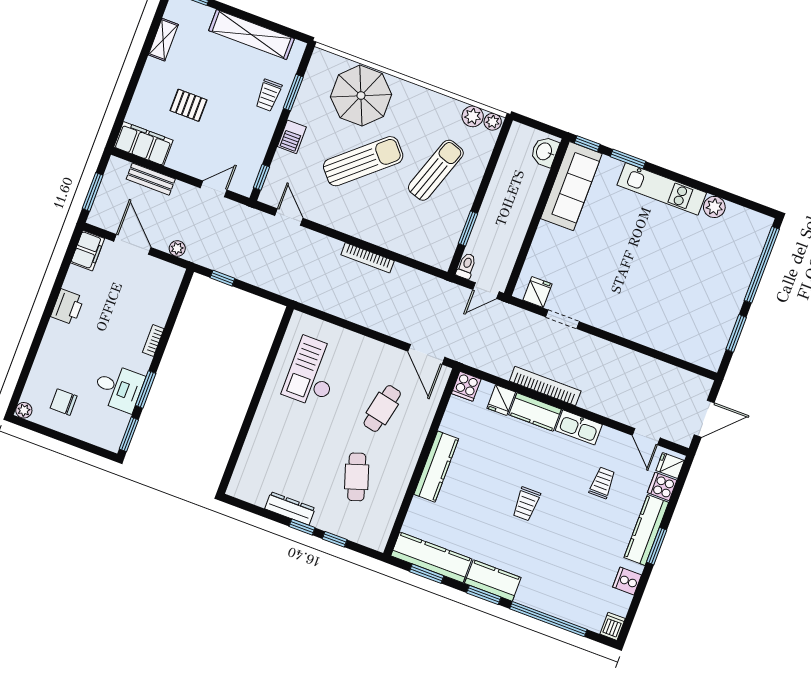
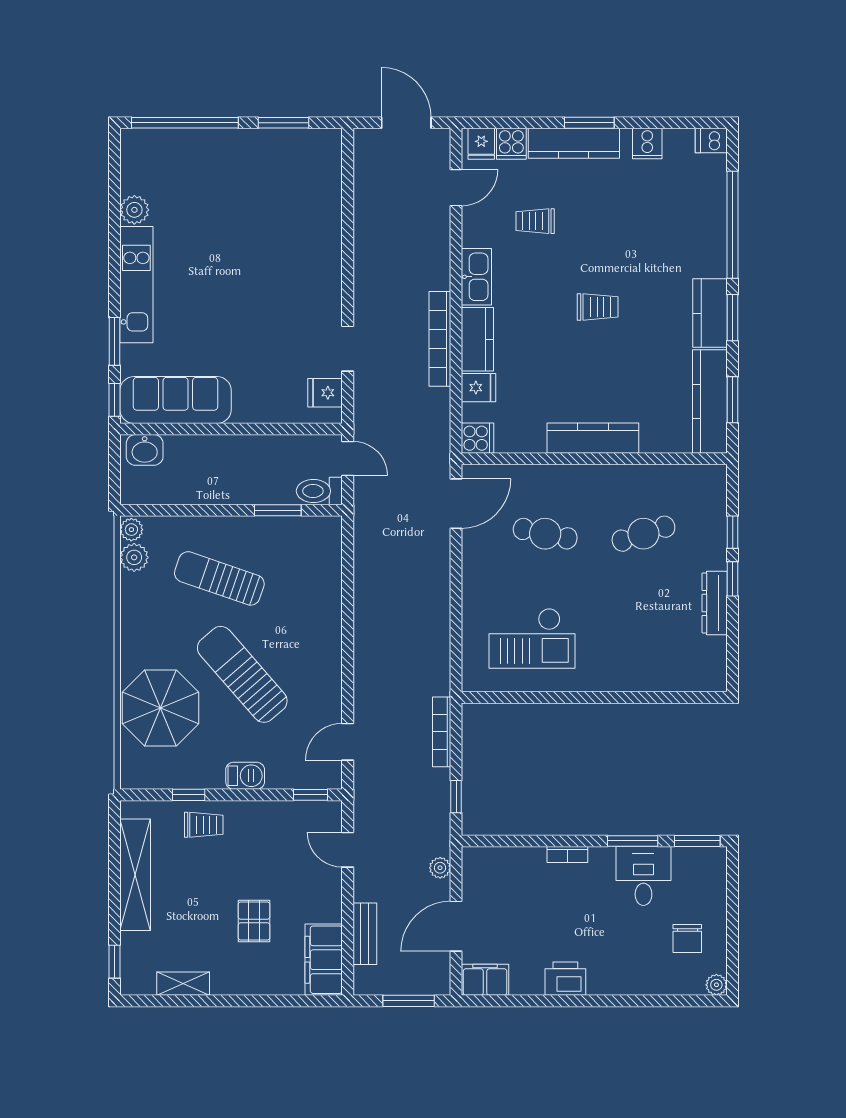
window: (293, 93) -> (189, 795), width x0.67
bookcase: (368, 258) -> (442, 732), moved, turned 180
toilet: (466, 266) -> (319, 491), width x1.37, depth x1.39

